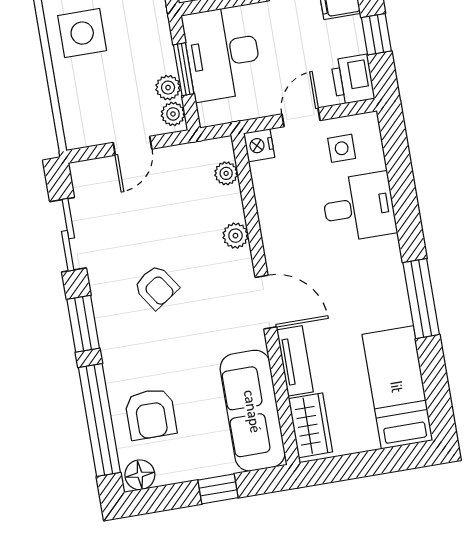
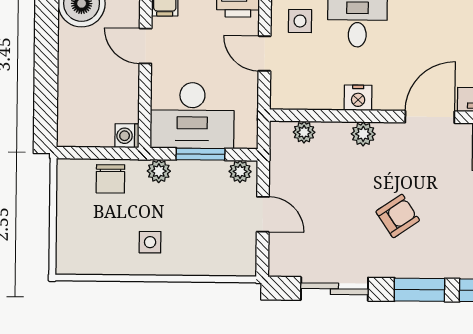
side table: (82, 33) -> (150, 242), width x0.54, depth x0.54
plant: (168, 88) -> (159, 171), moved
nightstand: (259, 145) -> (358, 98), moved

